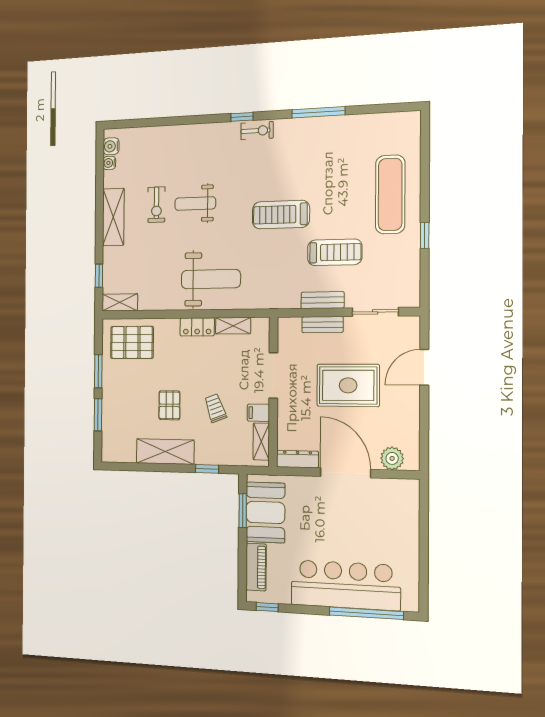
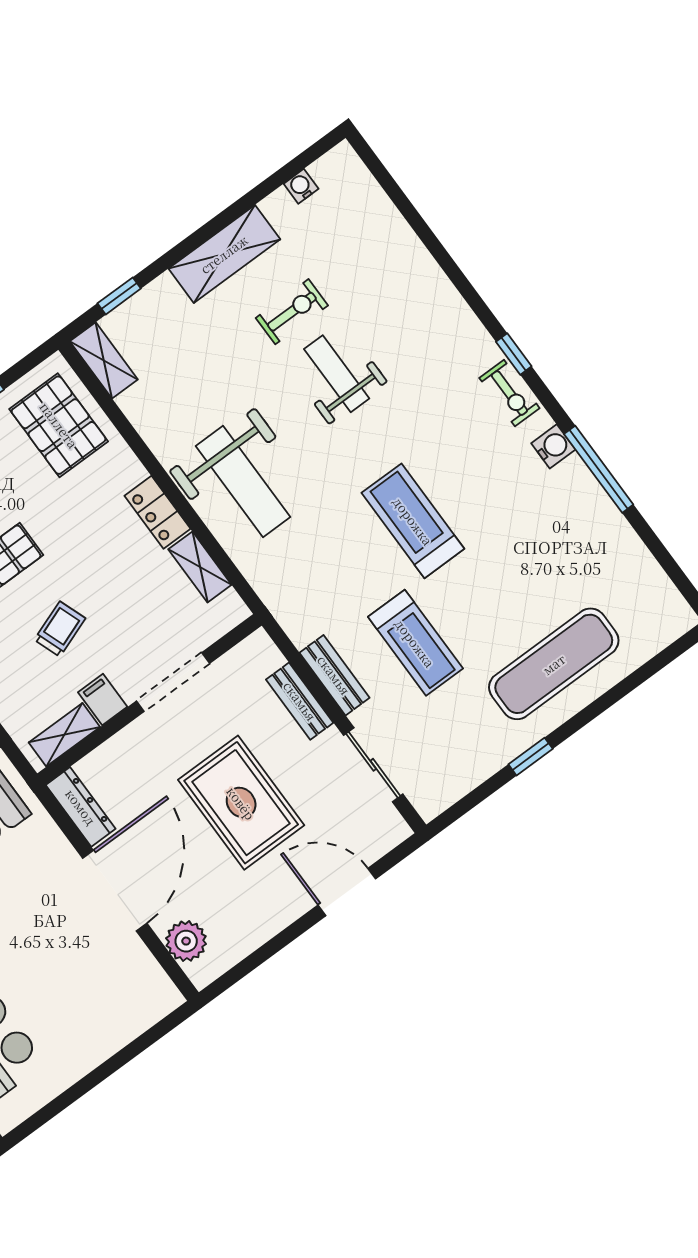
water cooler: (111, 146) -> (553, 446), moved, turned 90
exercise bike: (156, 205) -> (292, 312), turned 180

